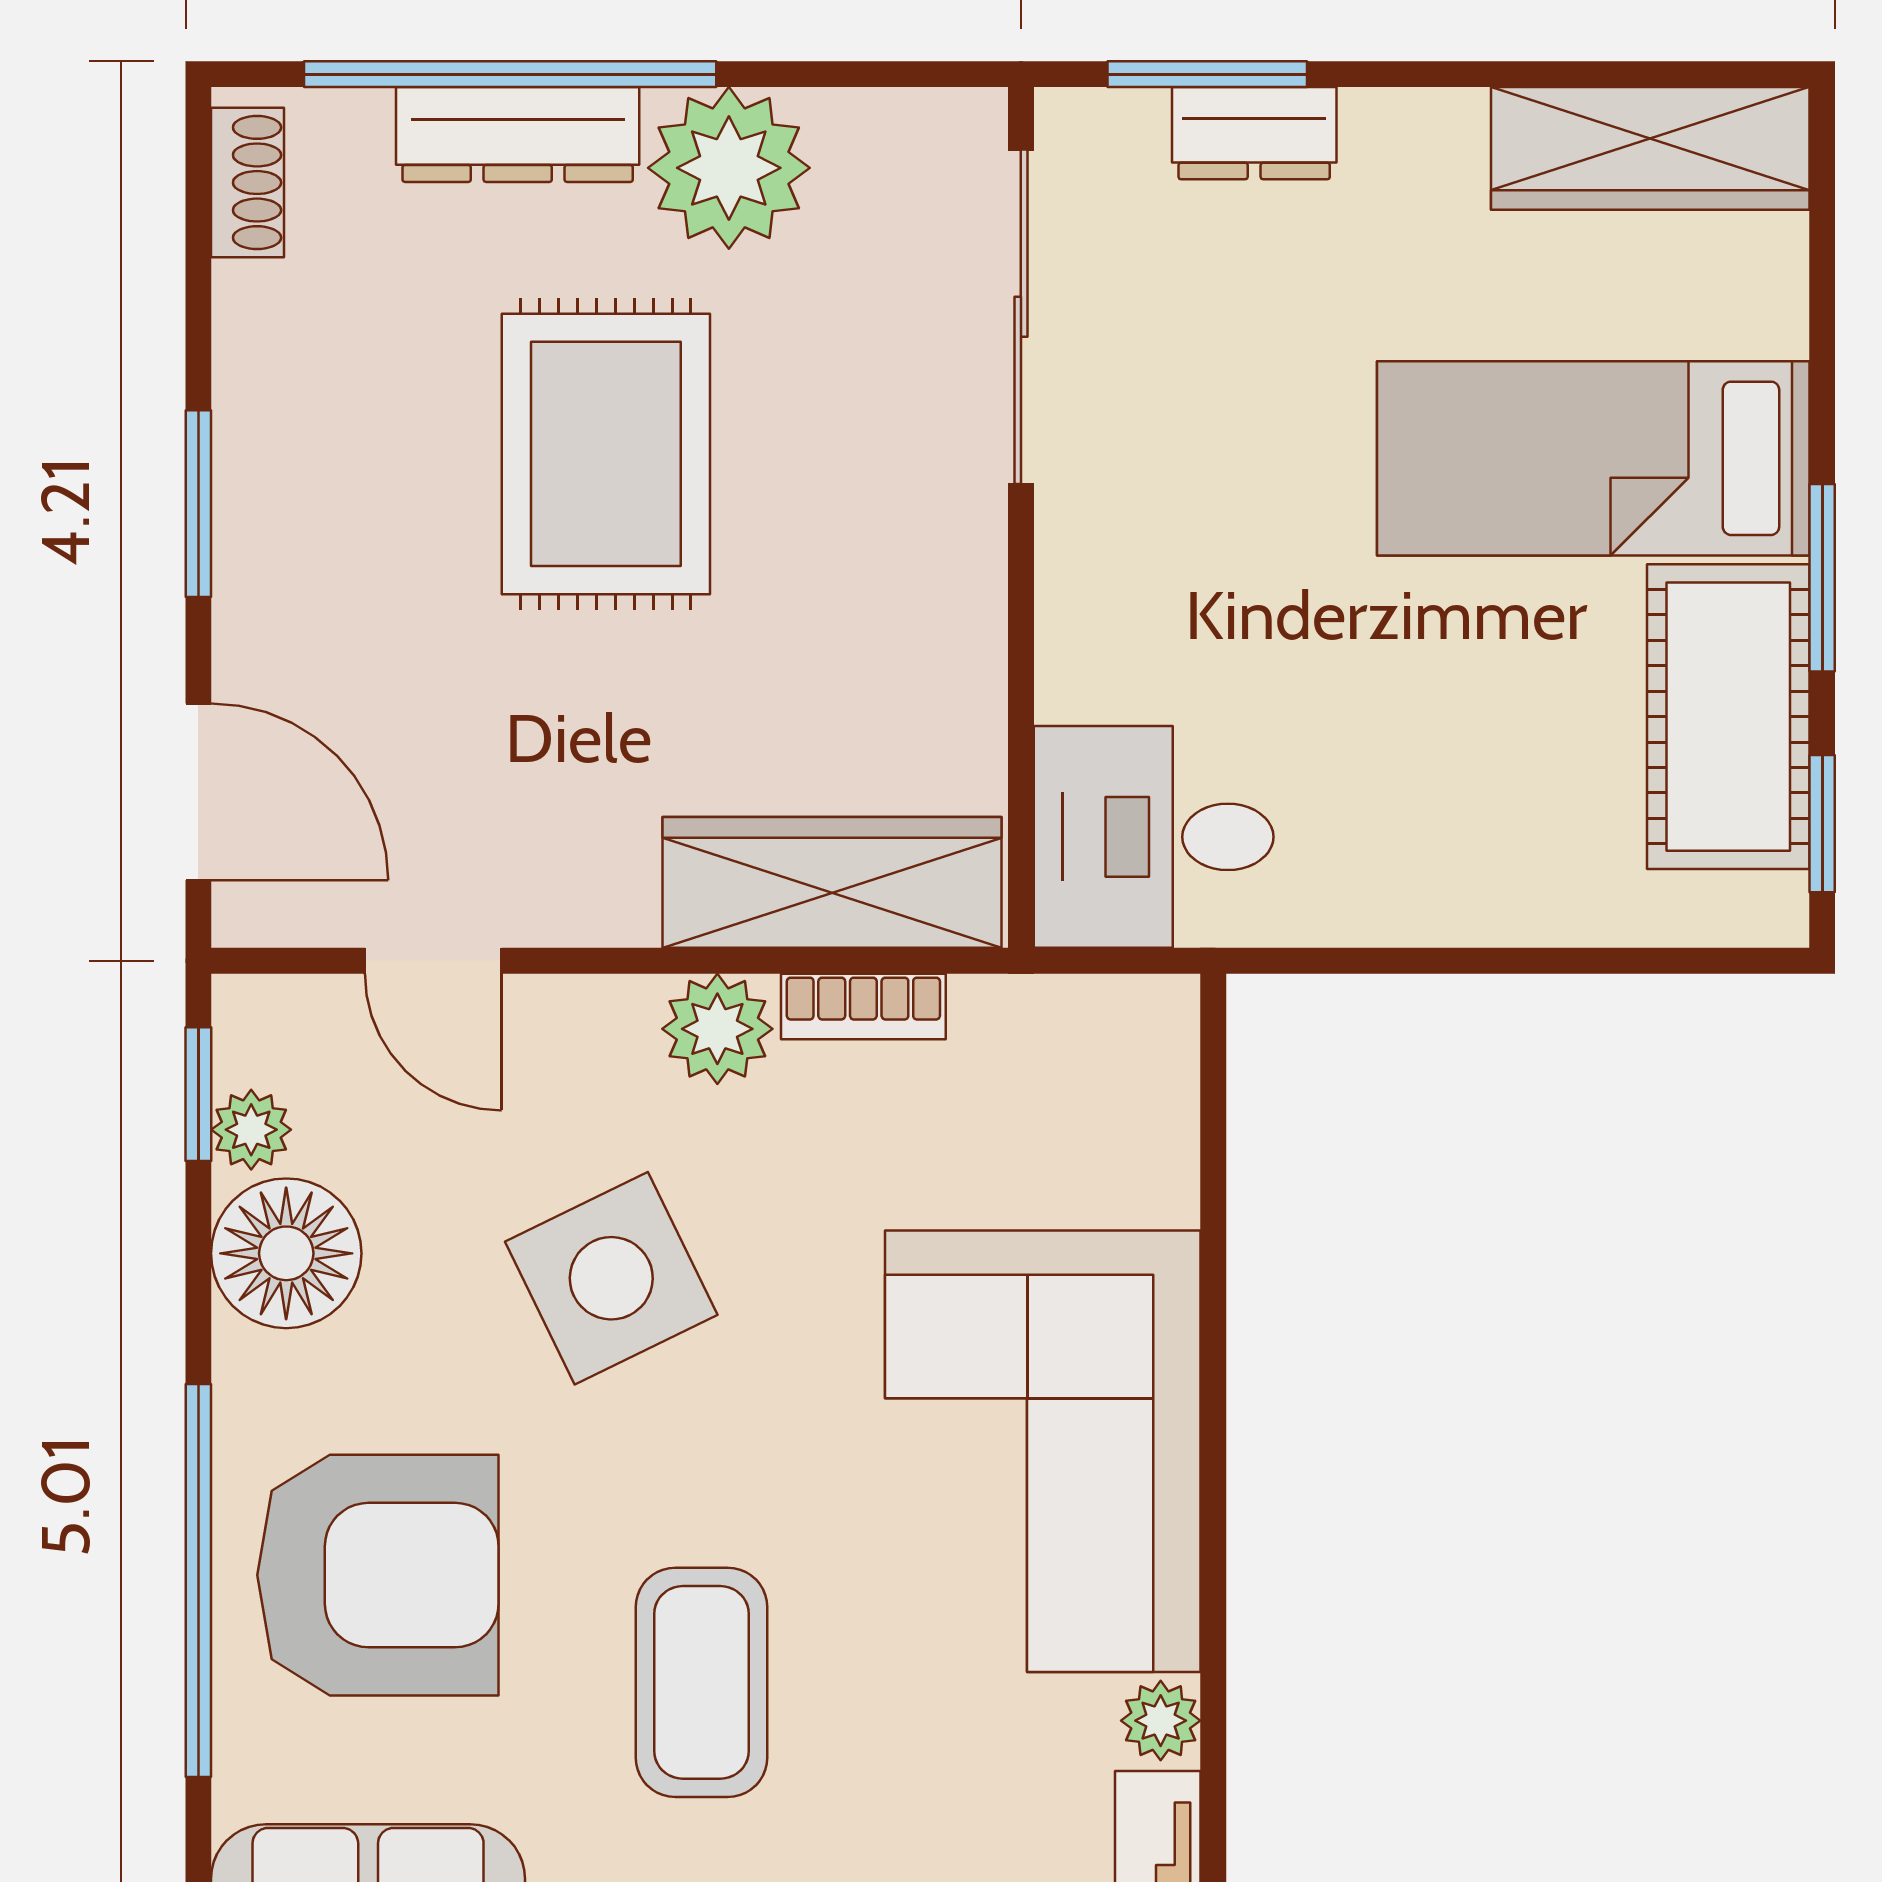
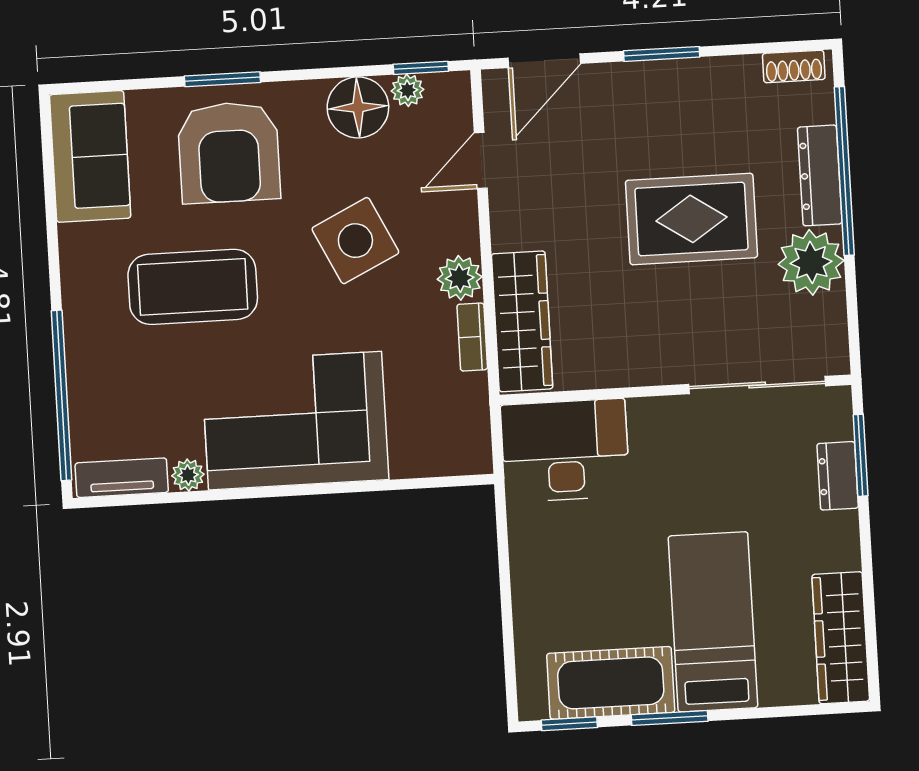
desk: (1154, 837) -> (565, 450), width x1.37
window: (198, 1581) -> (222, 79), width x0.47
coffee table: (701, 1682) -> (193, 287), width x1.36, depth x1.32

